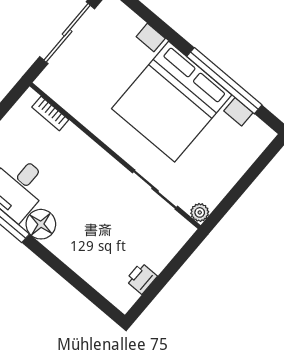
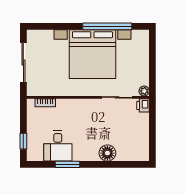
floor lamp: (41, 224) -> (107, 153), moved
printer: (141, 278) -> (143, 105), moved

